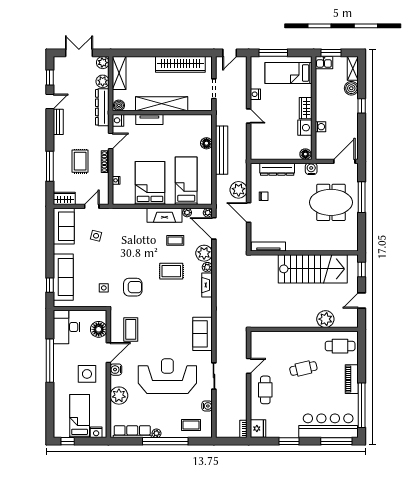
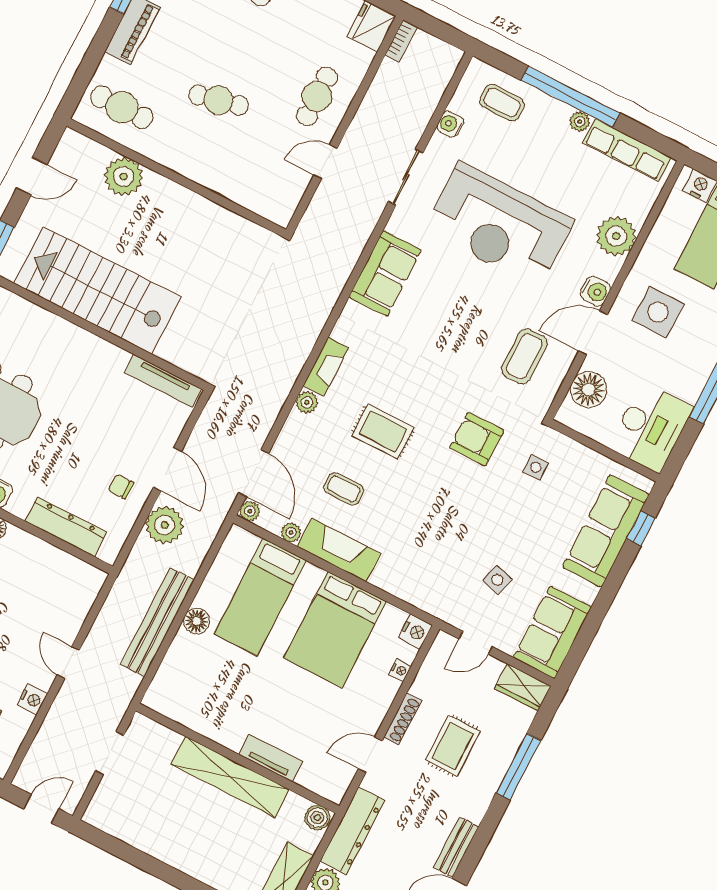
wardrobe: (180, 64) -> (152, 836), removed
nightstand: (118, 120) -> (415, 631), moved
floor lamp: (206, 143) -> (197, 621), moved
plant: (204, 253) -> (299, 434), removed

